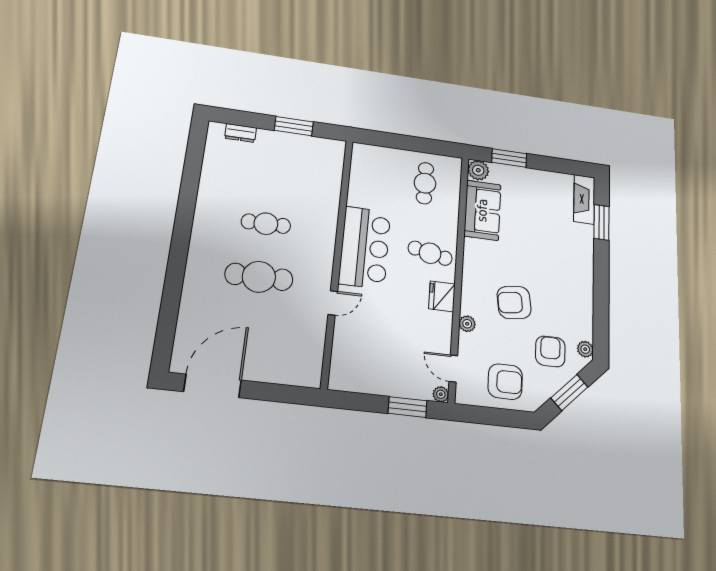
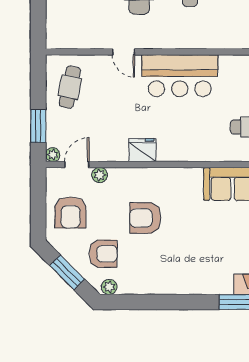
cafe table: (430, 253) -> (70, 87), moved
armchair: (514, 302) -> (145, 218), turned -82
plant: (467, 324) -> (100, 175), moved

